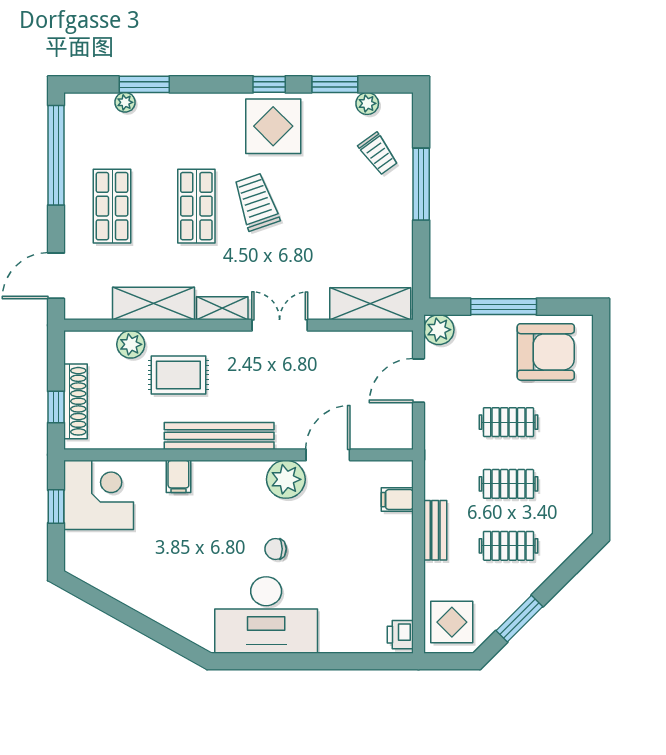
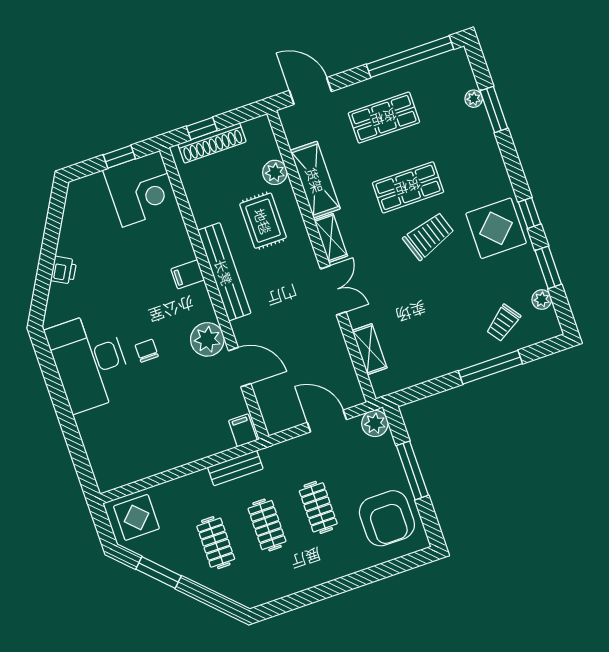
shelving: (370, 304) -> (370, 349), width x0.67, depth x0.75
filing cabinet: (178, 476) -> (188, 274), moved
filing cabinet: (397, 500) -> (243, 430), moved
bench: (435, 530) -> (235, 468), moved
printer: (400, 635) -> (64, 270), moved, turned 119

